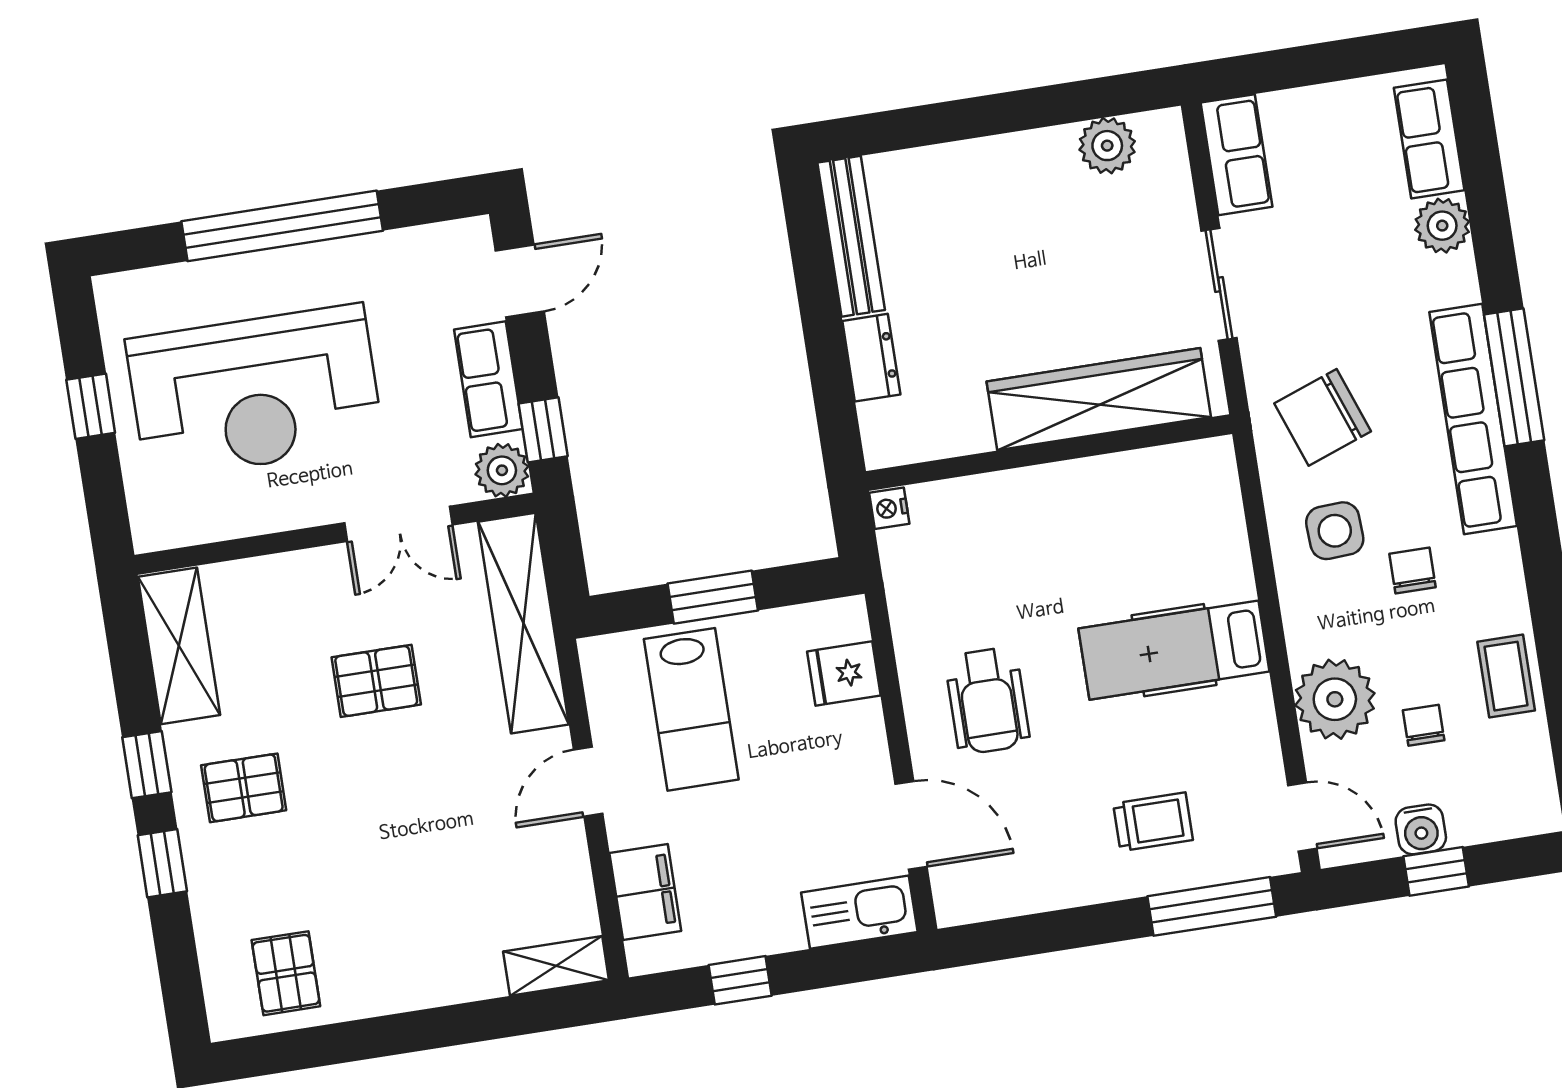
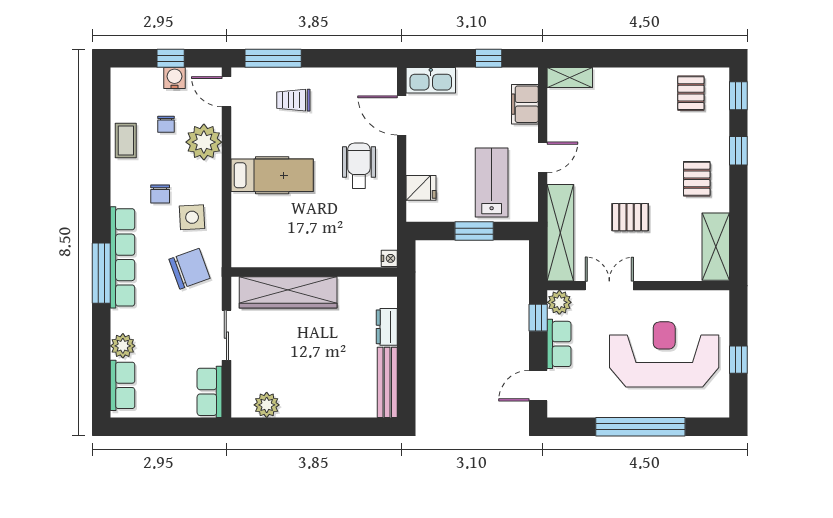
window: (147, 765) -> (738, 96), moved
pallet: (244, 788) -> (697, 179), turned 90

